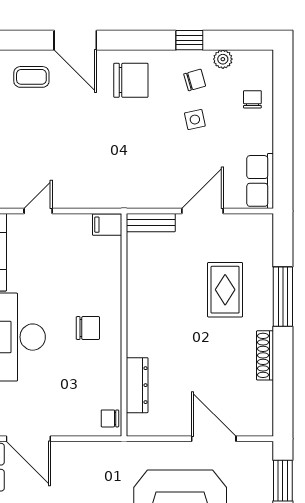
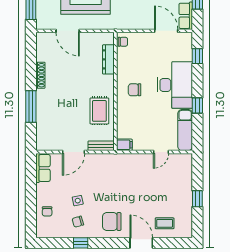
plant: (223, 59) -> (63, 233), removed
rug: (225, 290) -> (99, 111), moved

